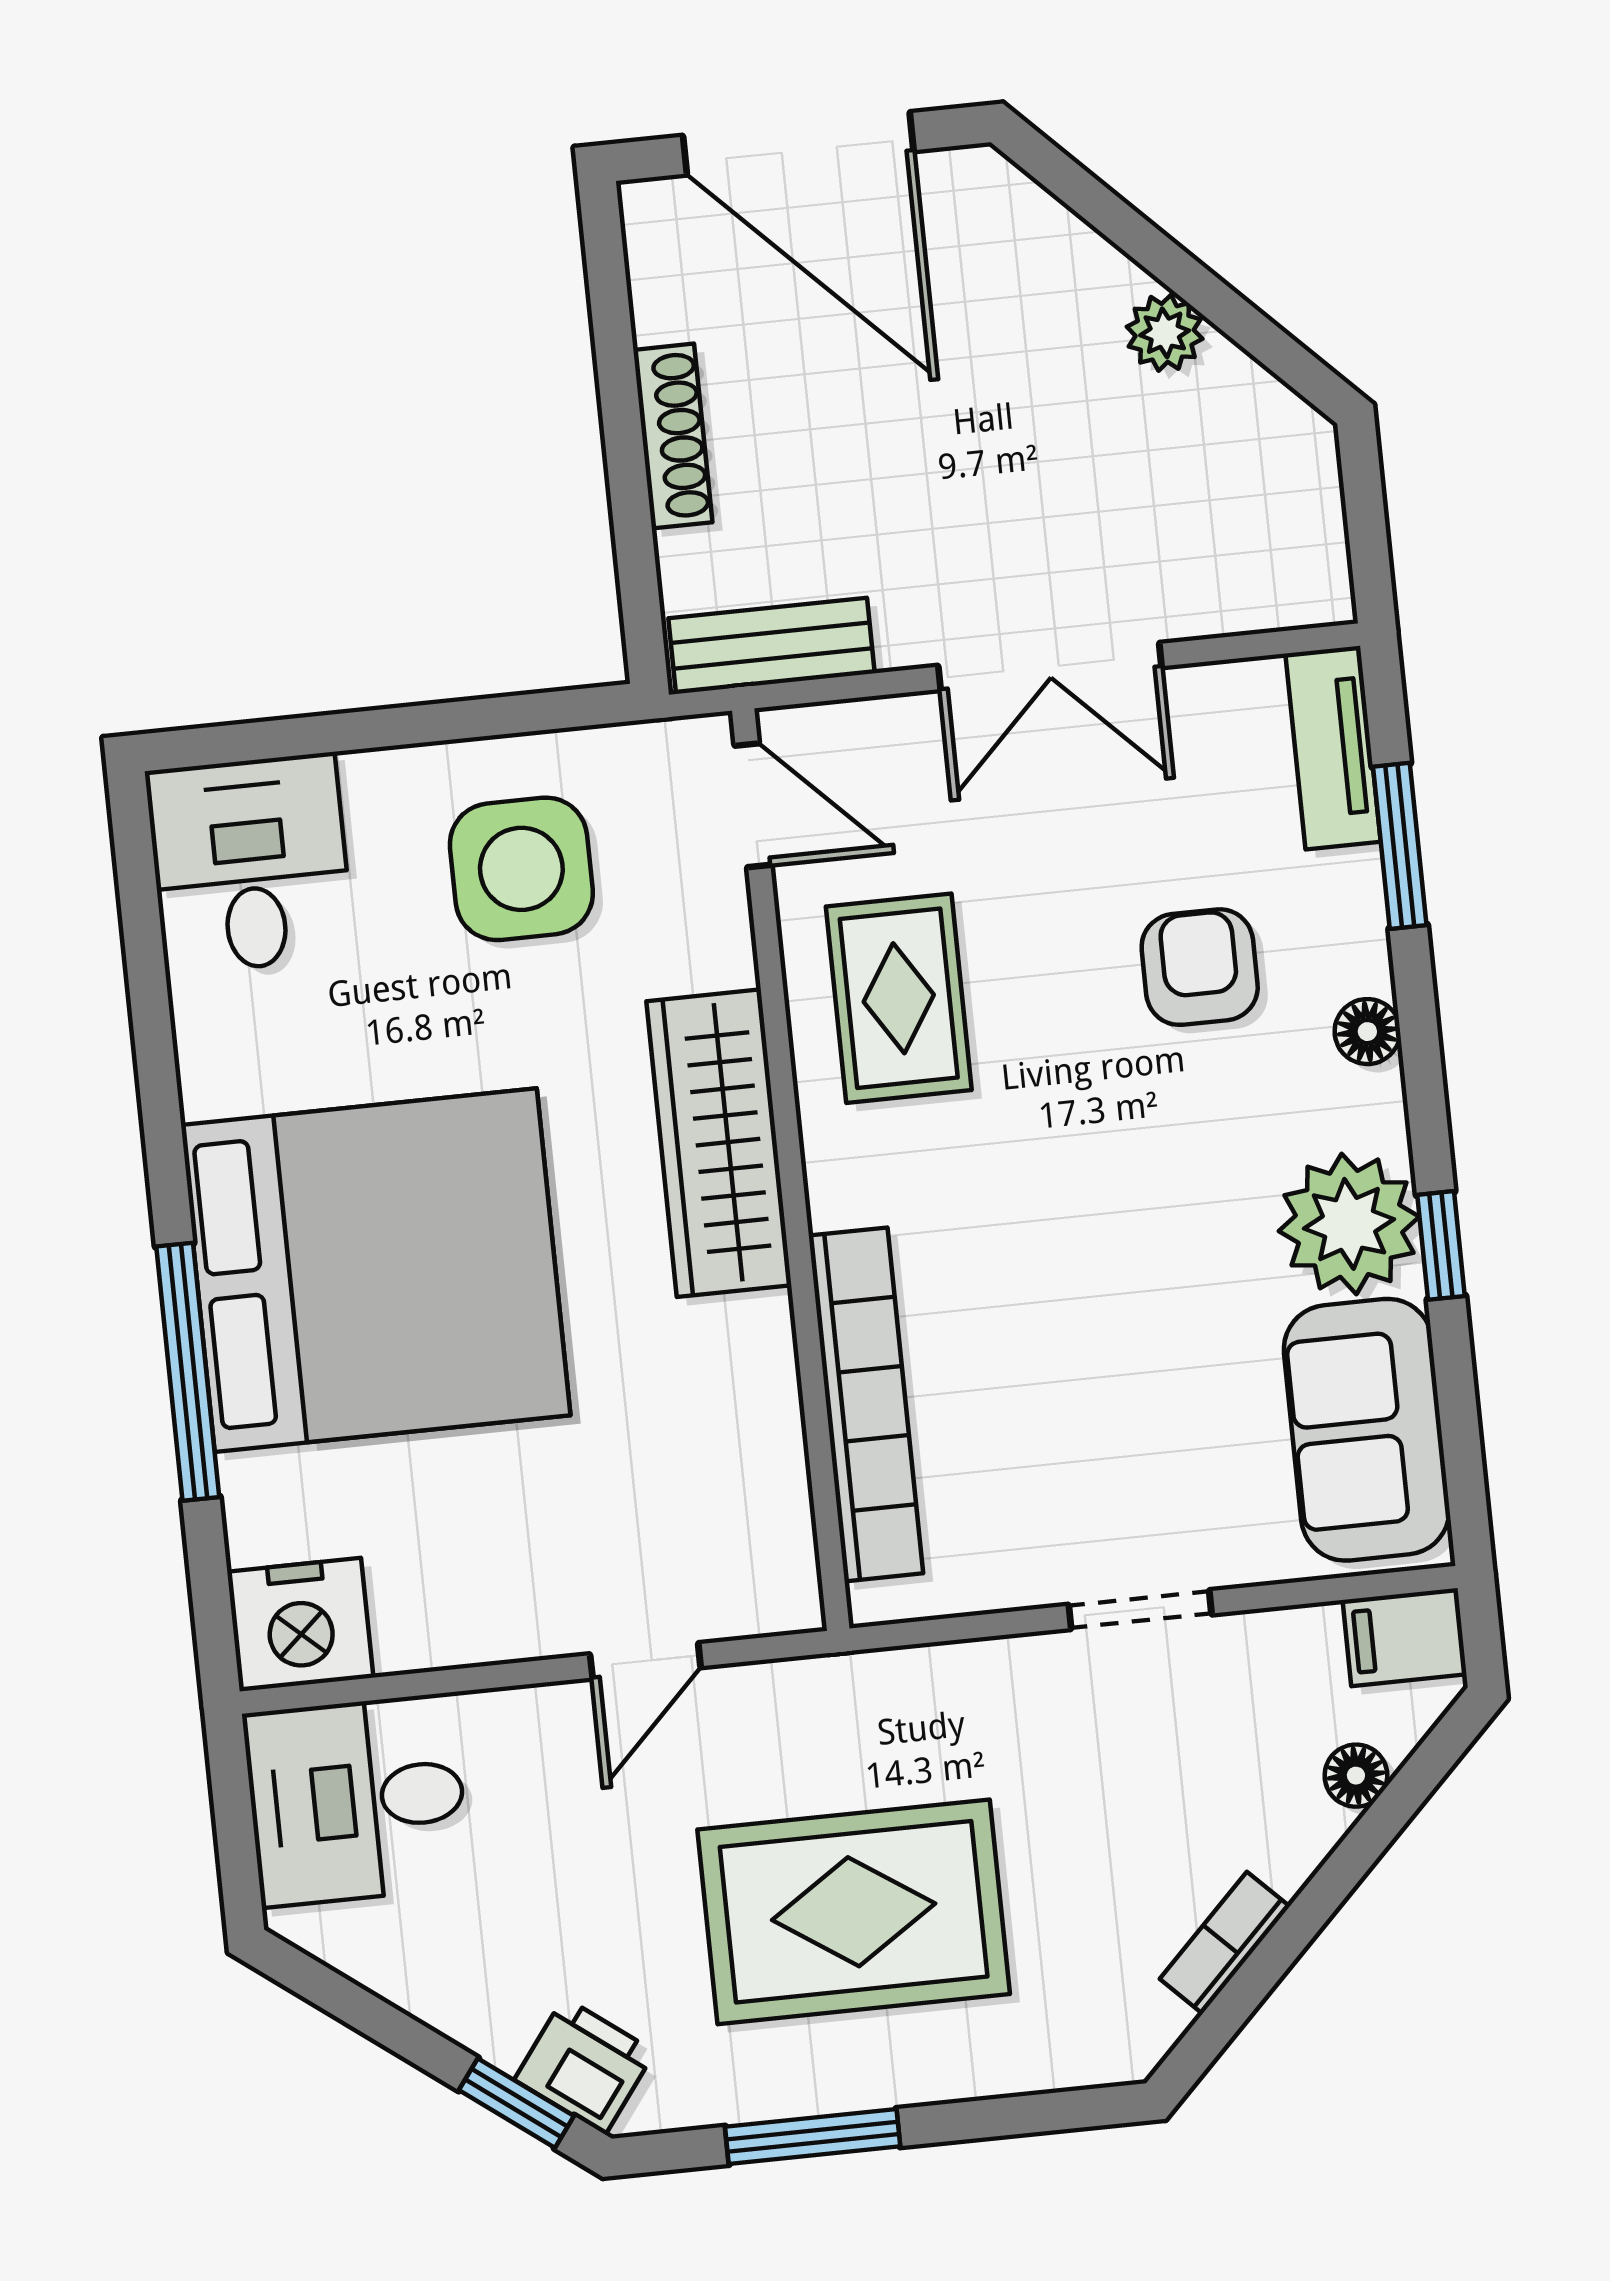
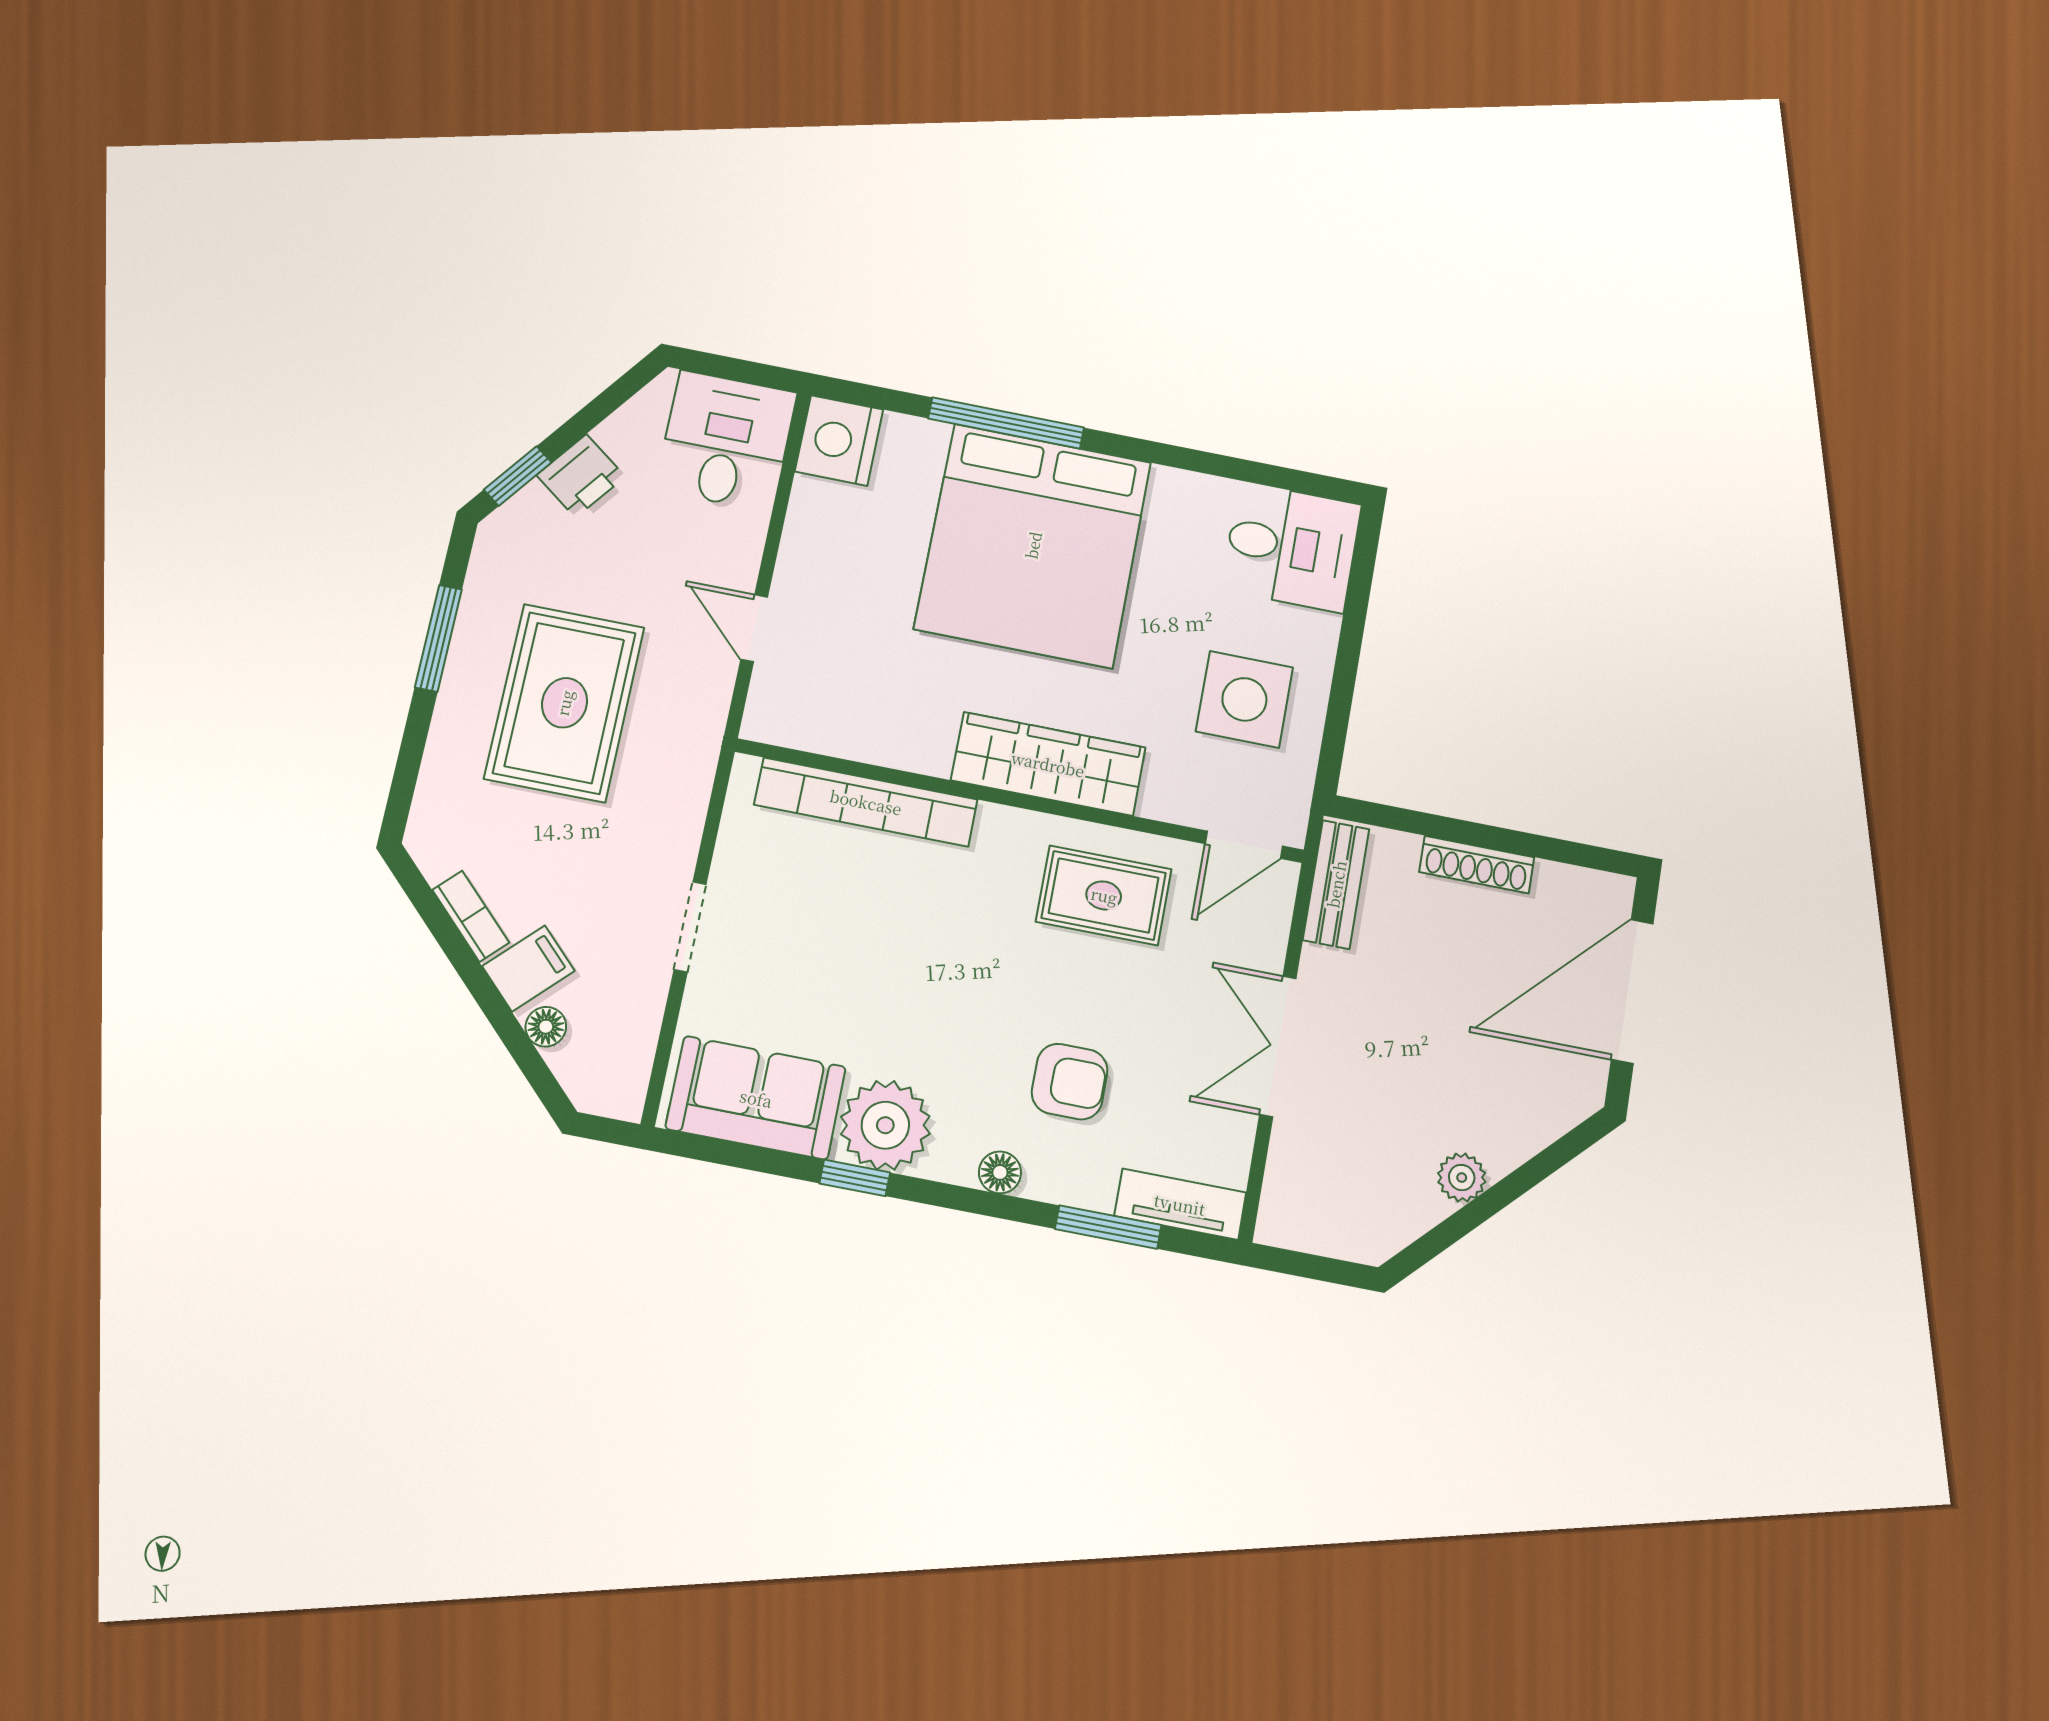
filing cabinet: (1405, 1637) -> (528, 969), moved, turned 45
printer: (585, 2066) -> (581, 476), moved

